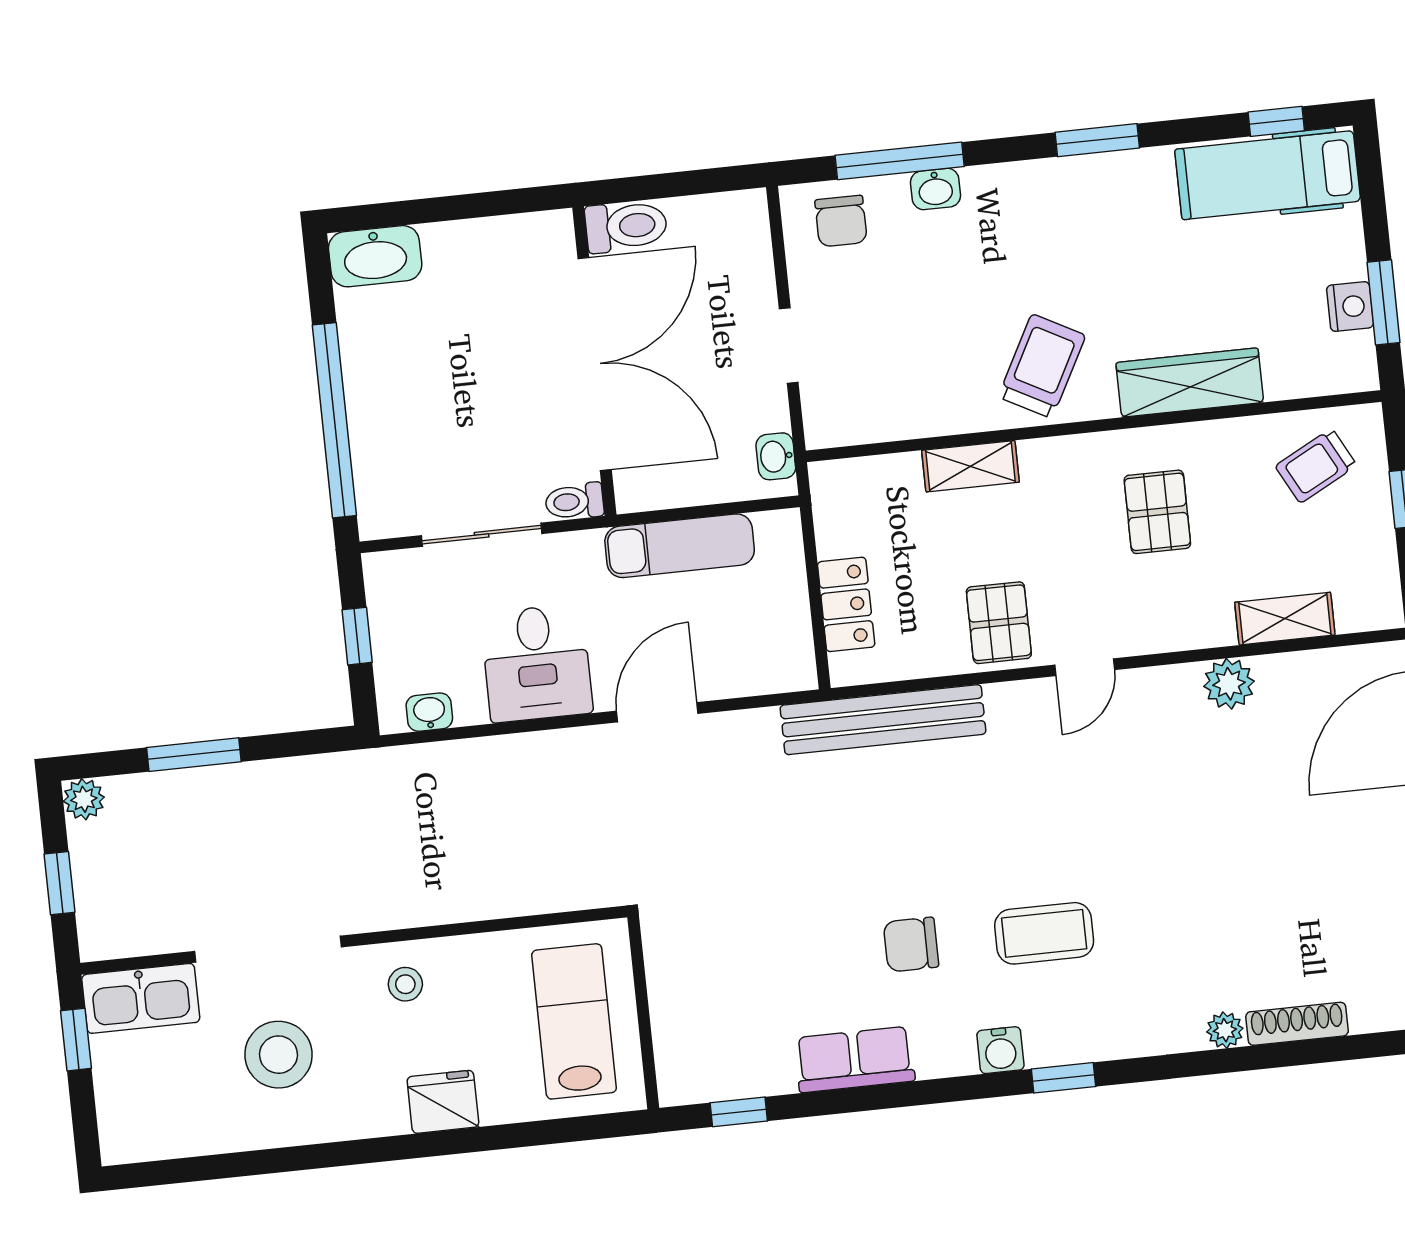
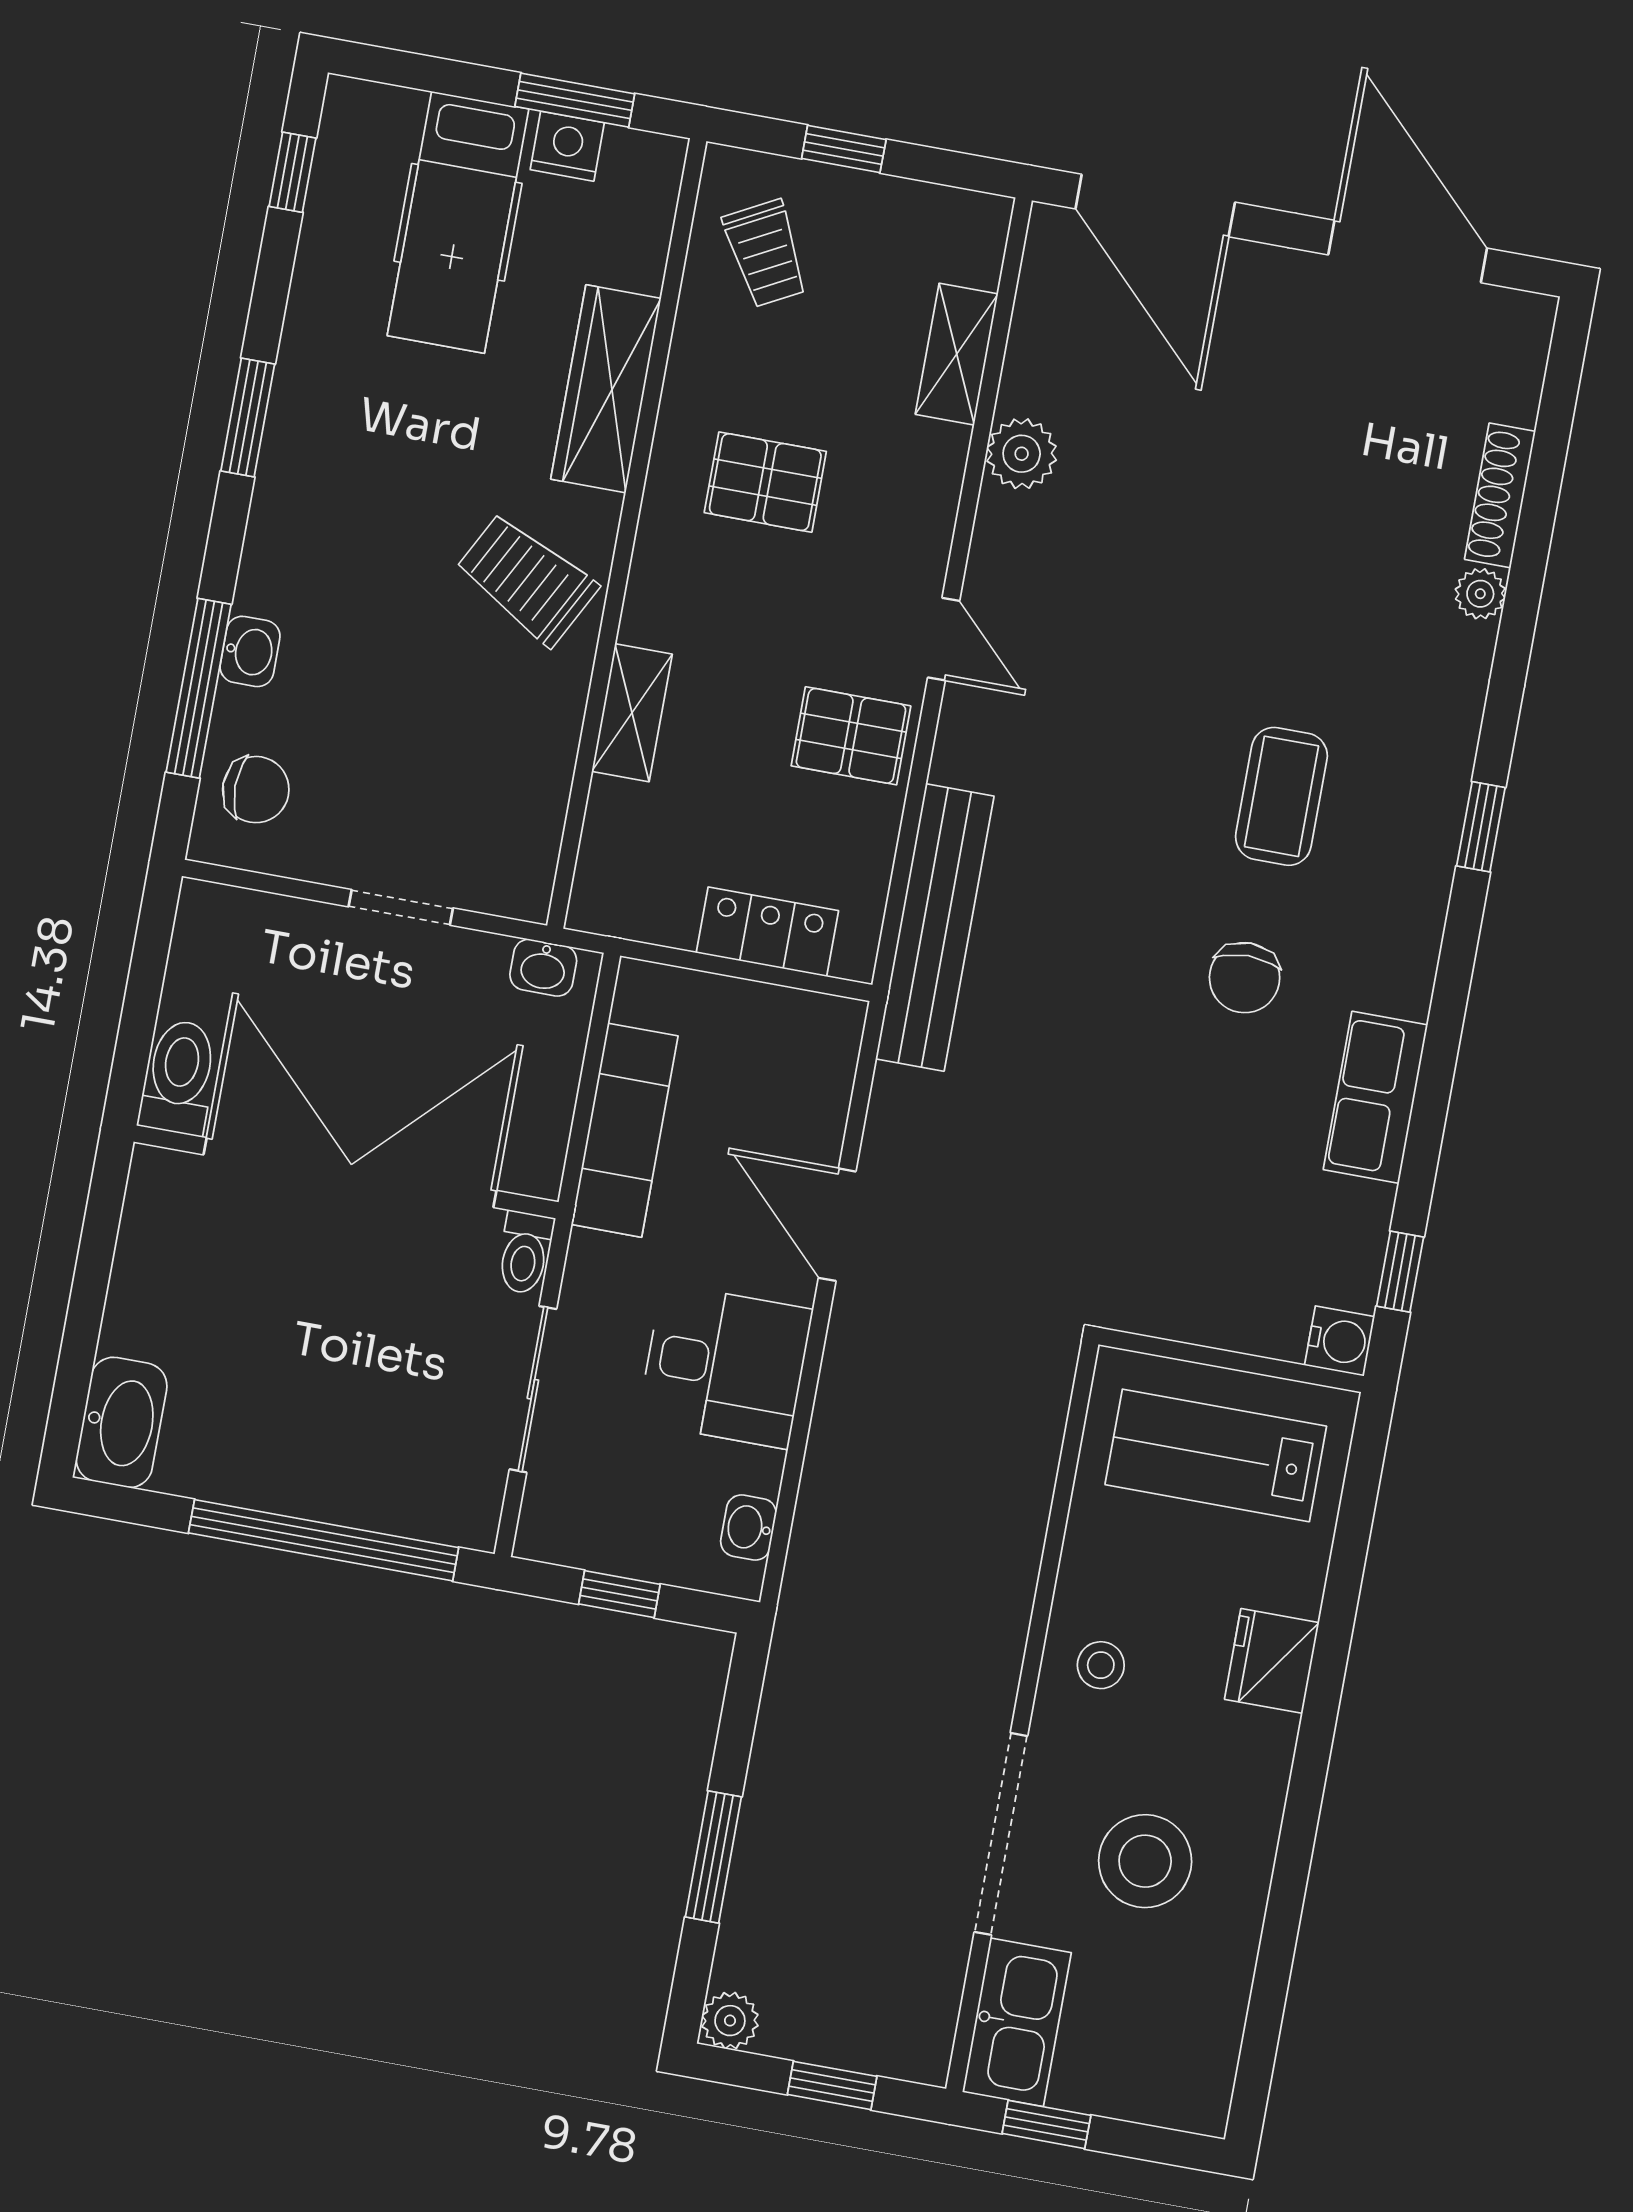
hospital bed: (1268, 175) -> (458, 222), moved
water cooler: (1000, 1050) -> (1340, 1341), moved

